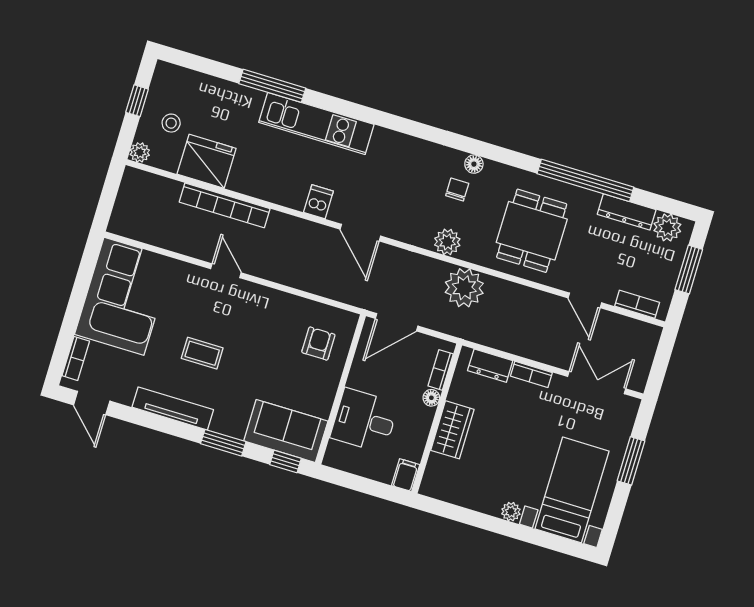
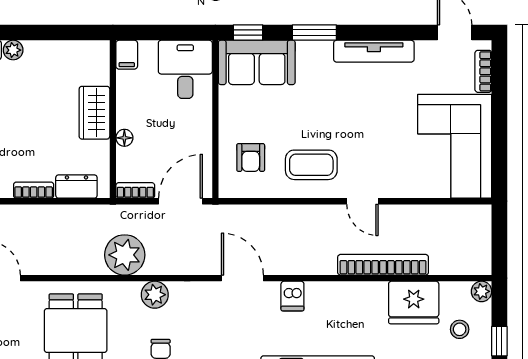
coffee table: (202, 353) -> (311, 165), moved, width x1.36, depth x1.30
bookcase: (441, 370) -> (135, 190), moved, turned -90
desk: (364, 421) -> (185, 69), moved, turned -90

